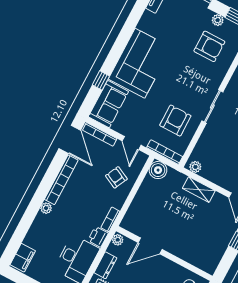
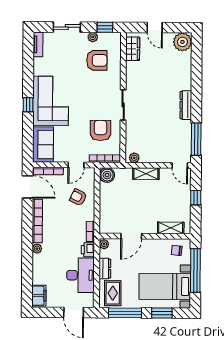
window: (101, 80) -> (28, 105), moved
door: (132, 143) -> (76, 165), hinge flipped
shelving: (195, 259) -> (171, 228), added

